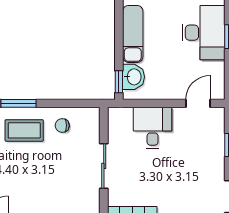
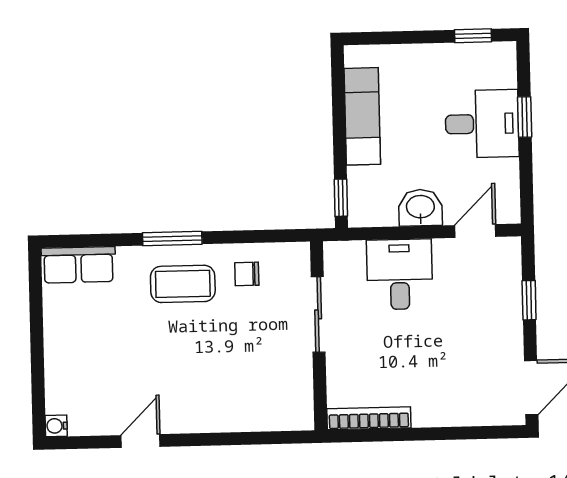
desk: (203, 33) -> (482, 124), width x0.73
washbasin: (134, 77) -> (420, 208), moved, turned -90
sliding door: (104, 166) -> (318, 314), moved

